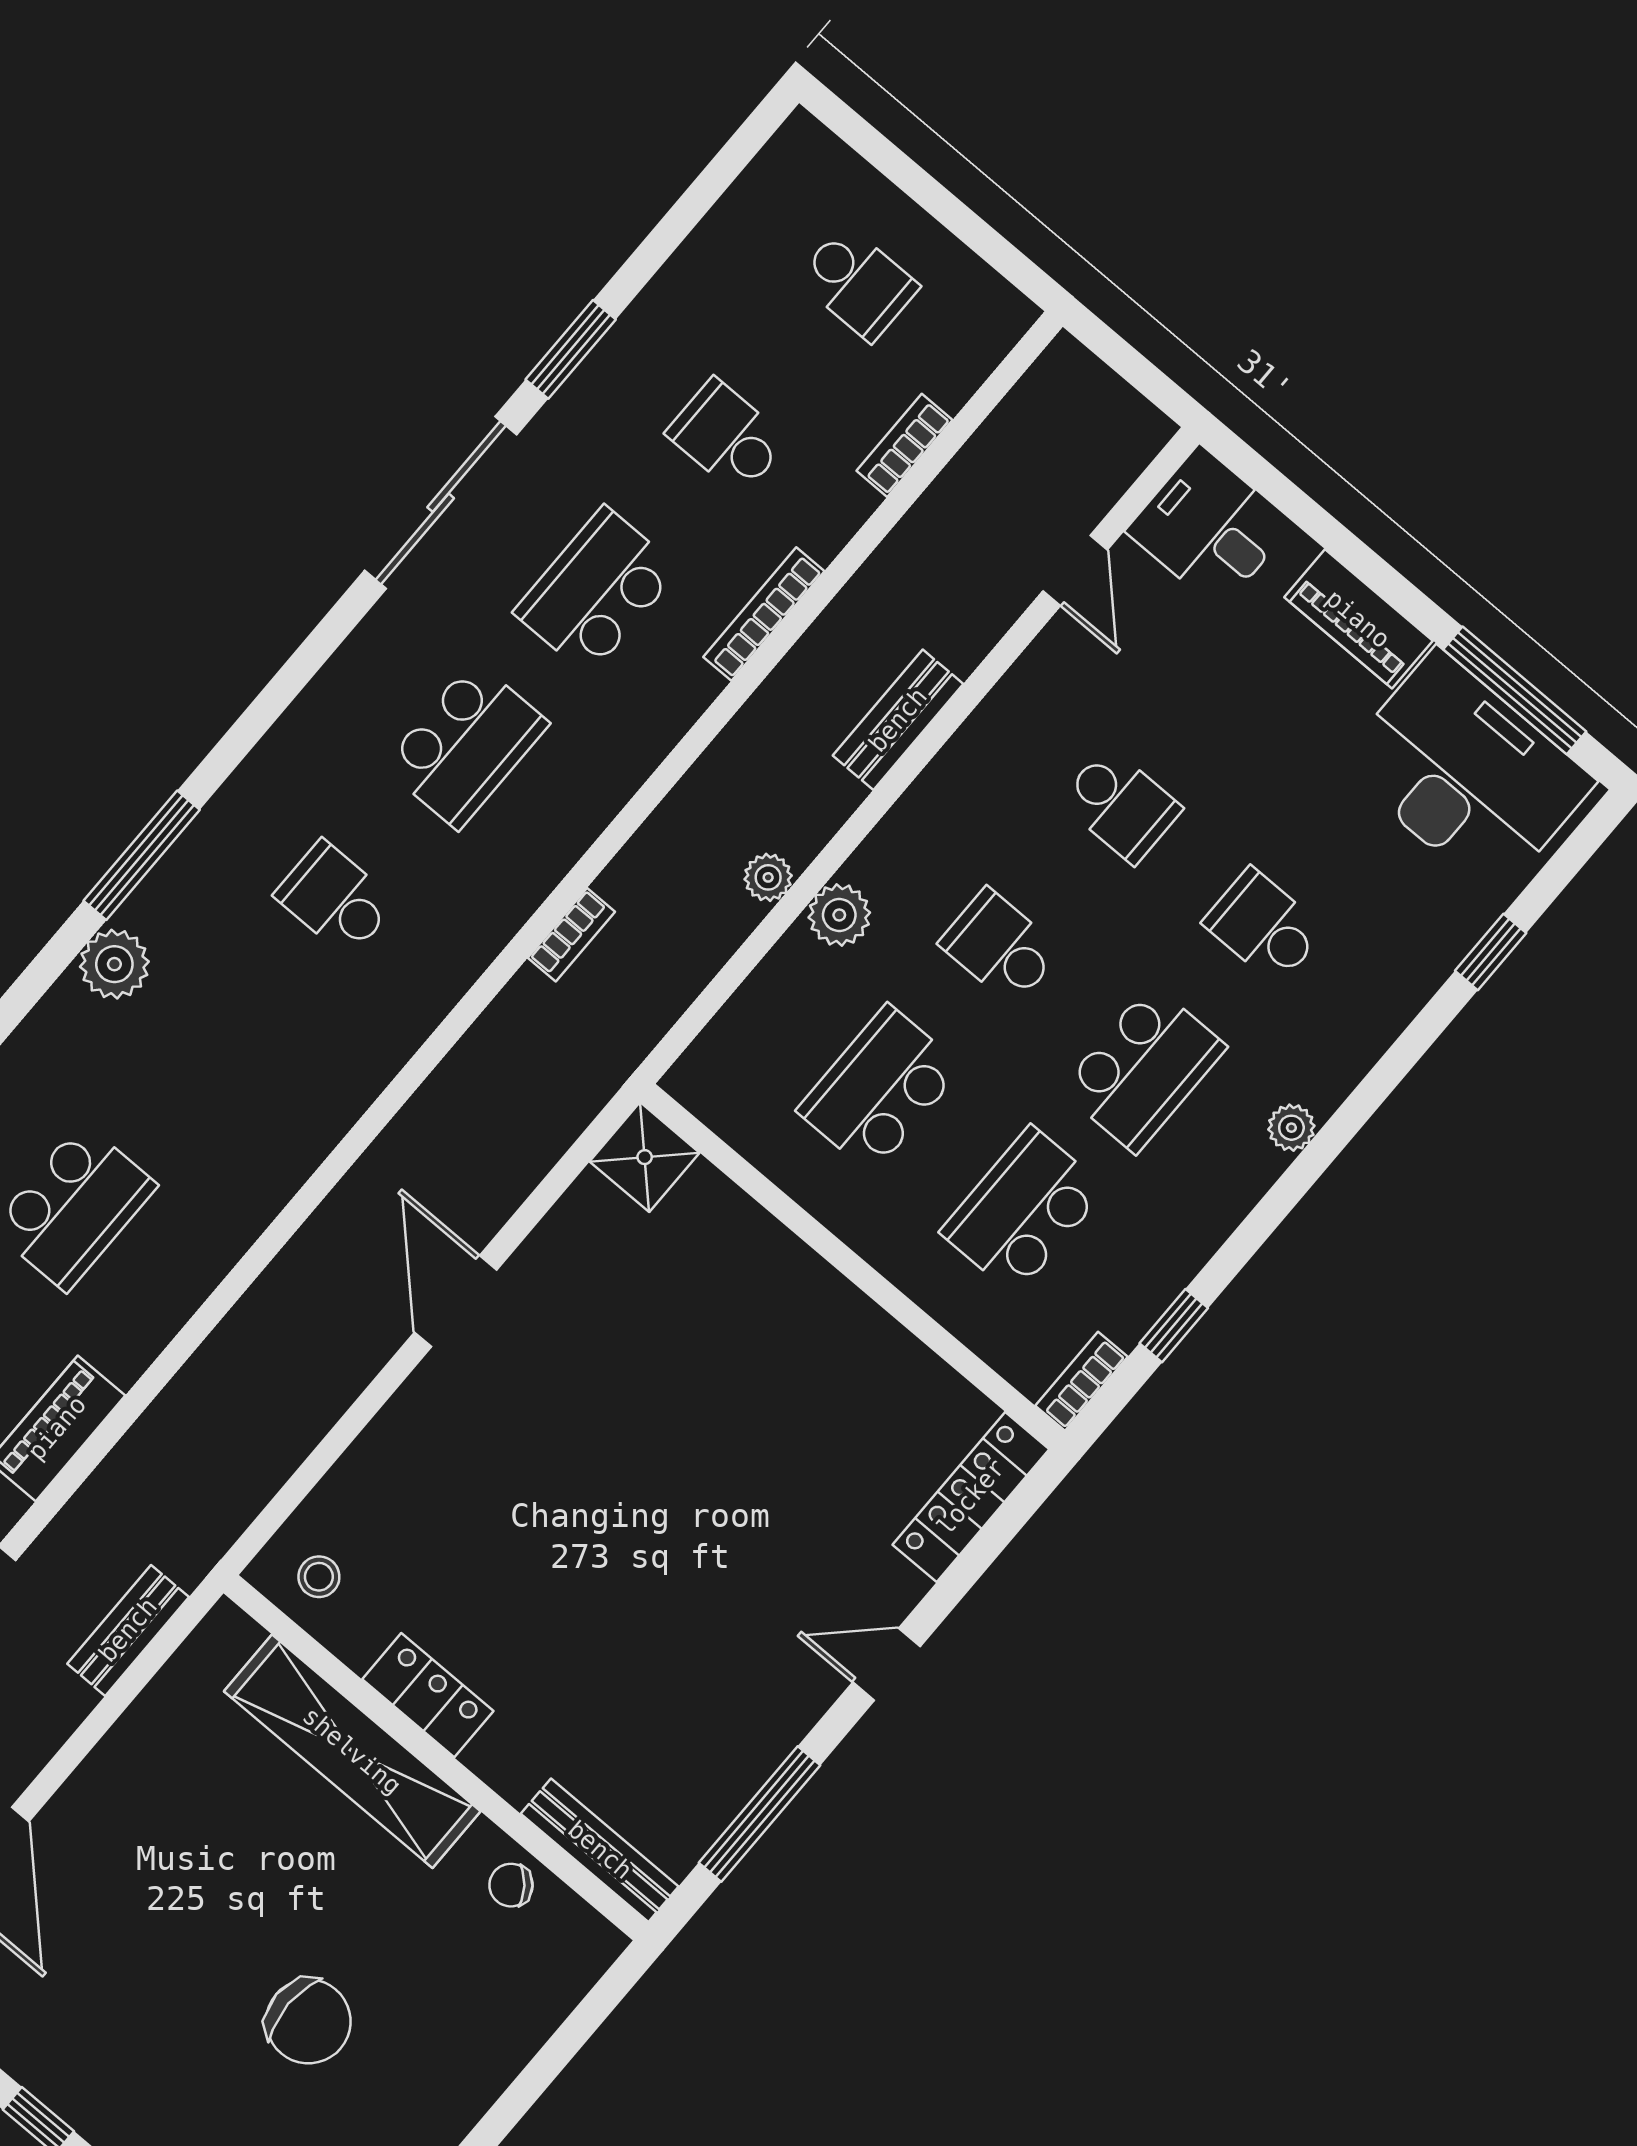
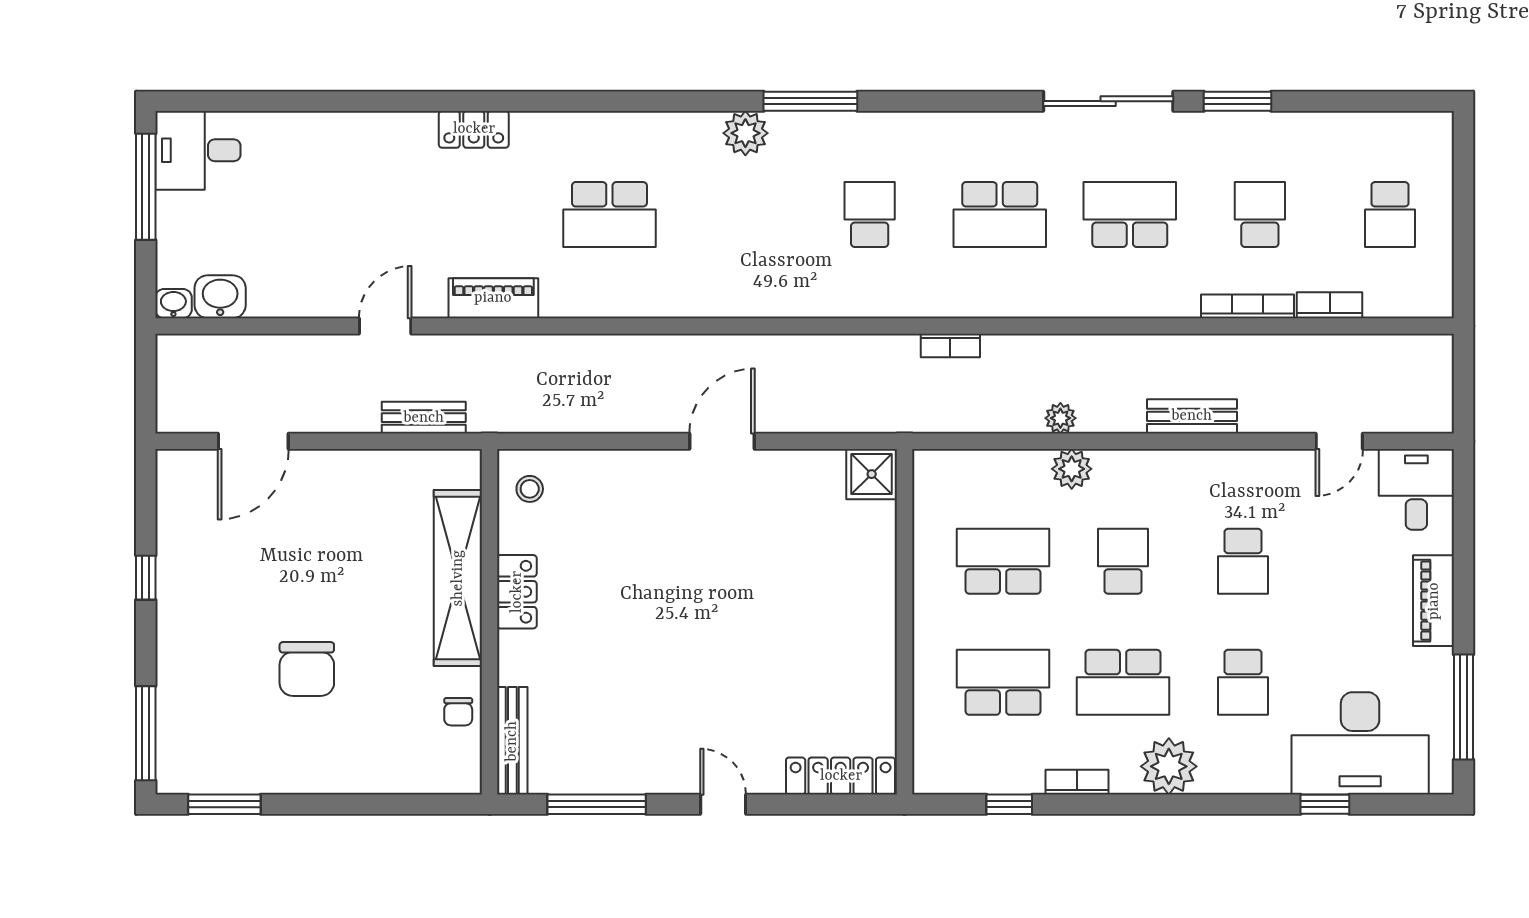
bookcase: (764, 614) -> (1247, 306), moved
desk: (1466, 773) -> (1360, 743), moved, turned 90
school desk: (1264, 926) -> (1243, 682), turned 180
plant: (1291, 1128) -> (1169, 766), width x1.87, depth x1.87
bookcase: (1081, 1381) -> (1077, 782), moved
chair: (511, 1885) -> (458, 712), turned -142

